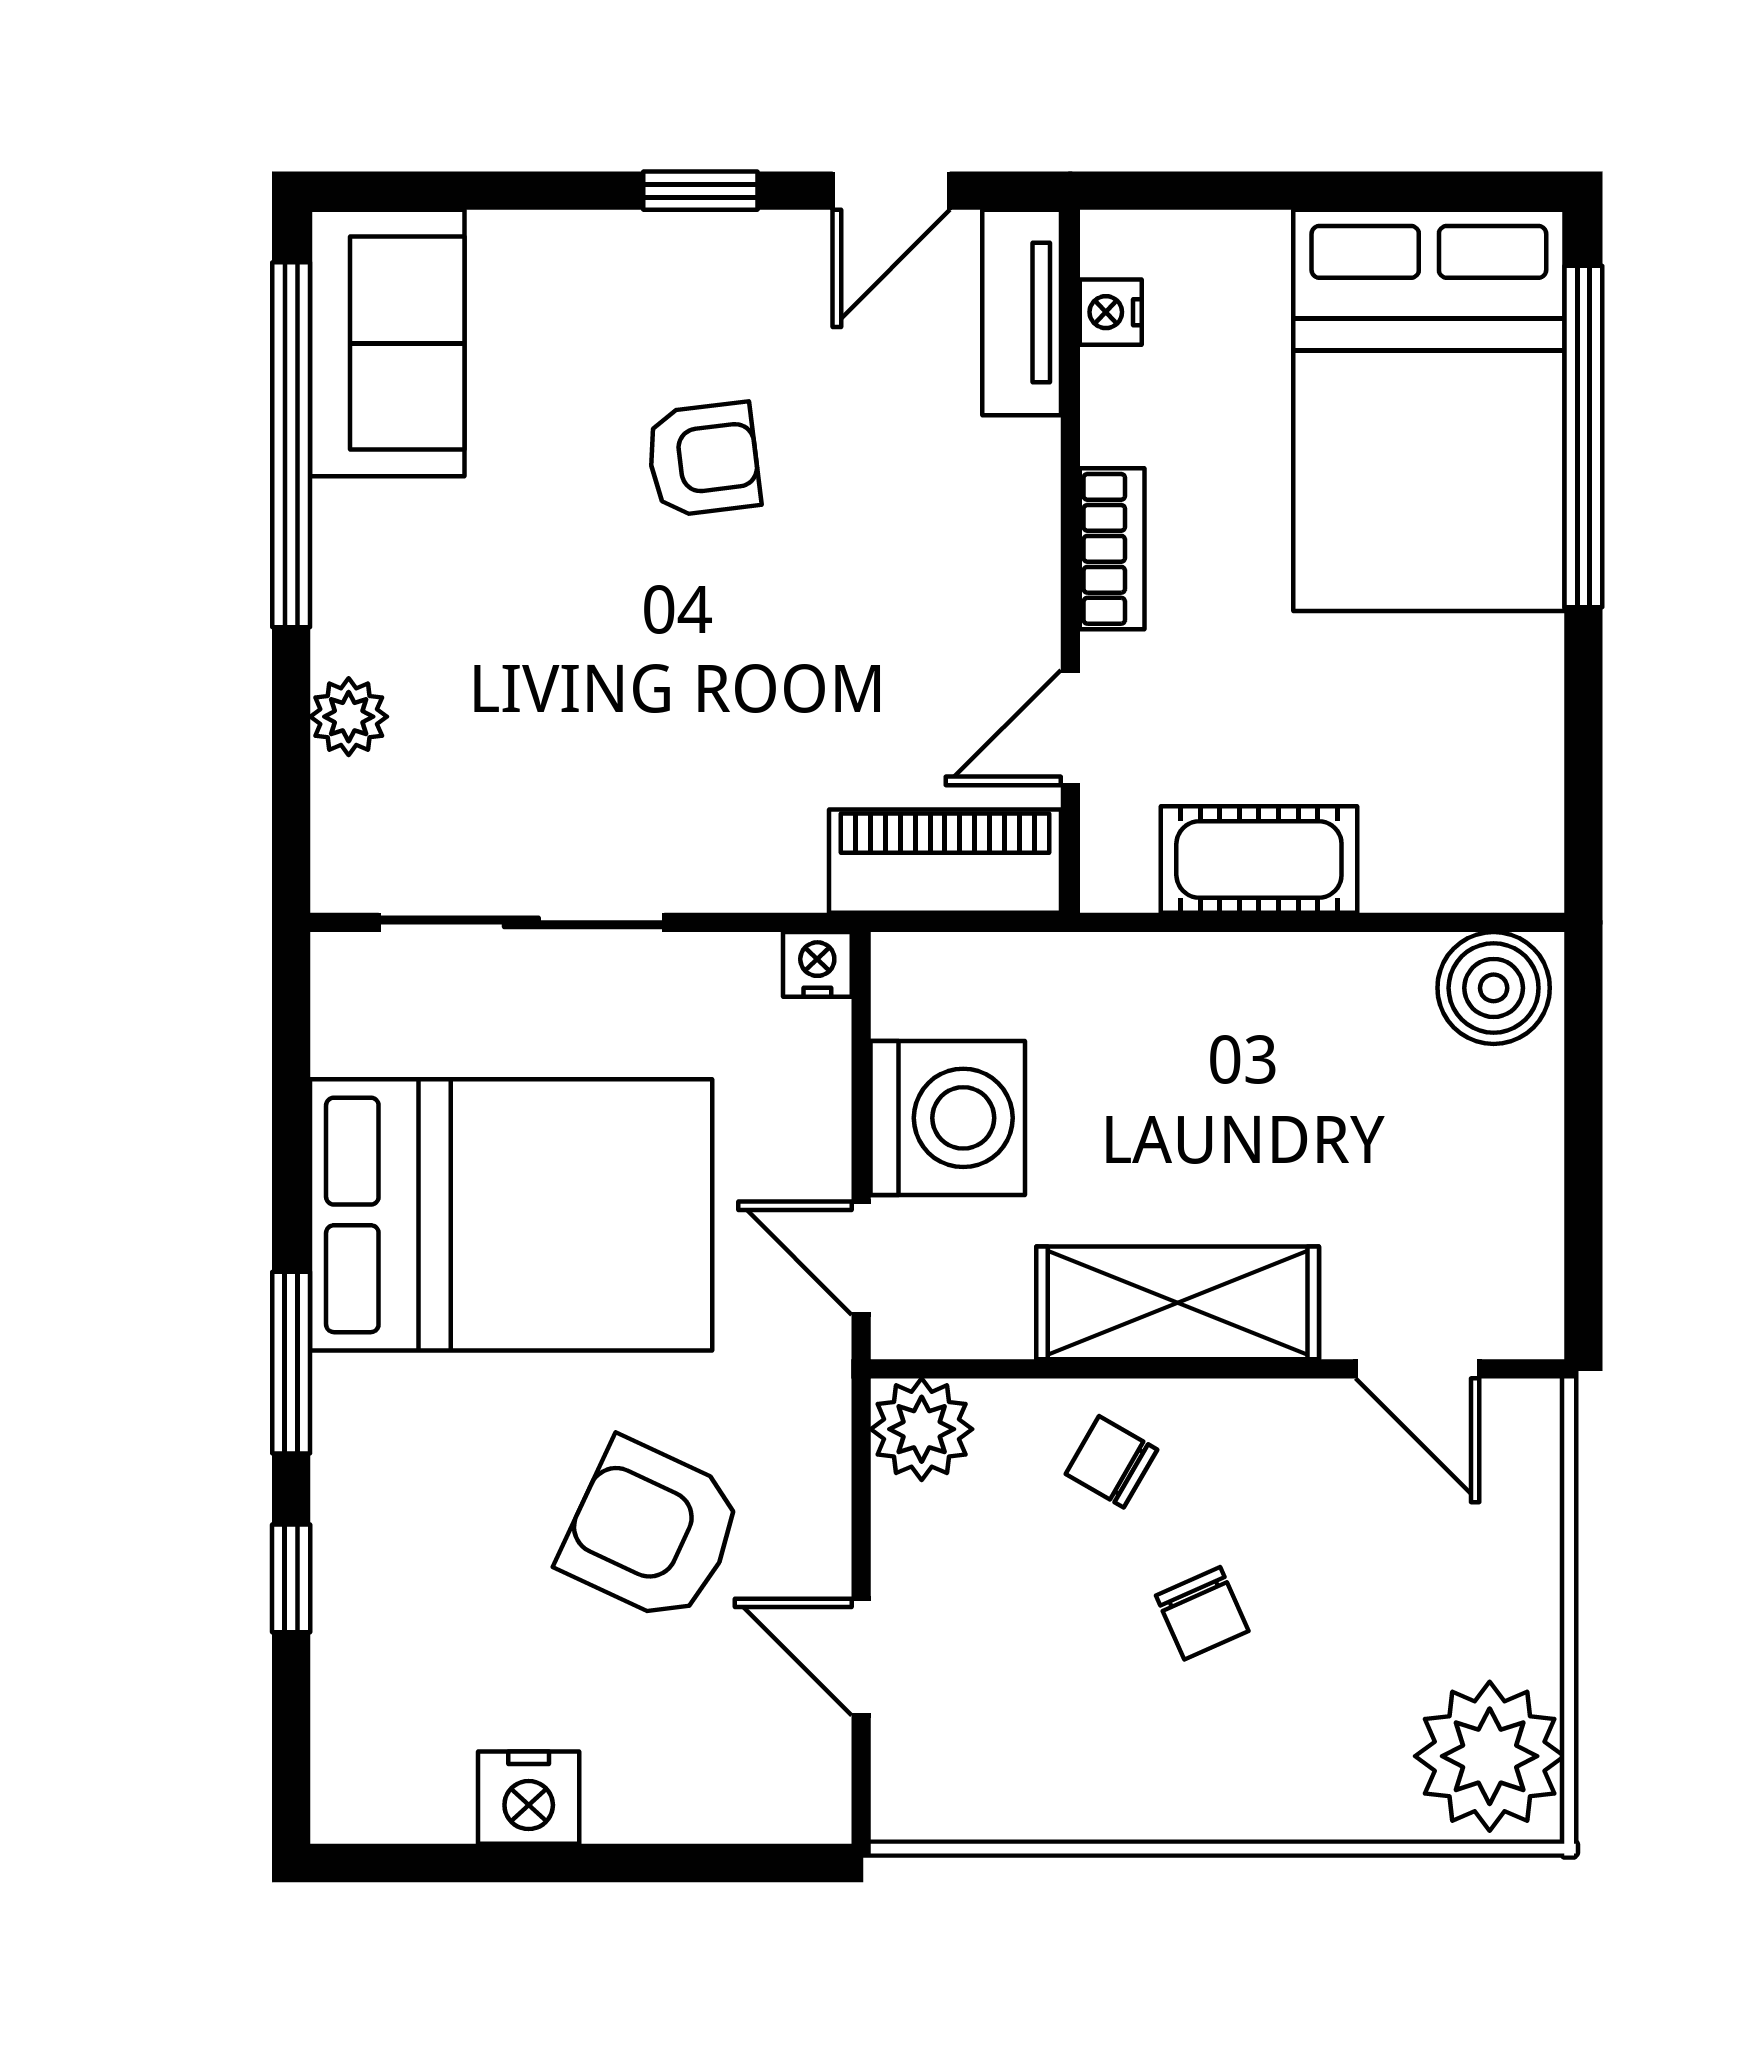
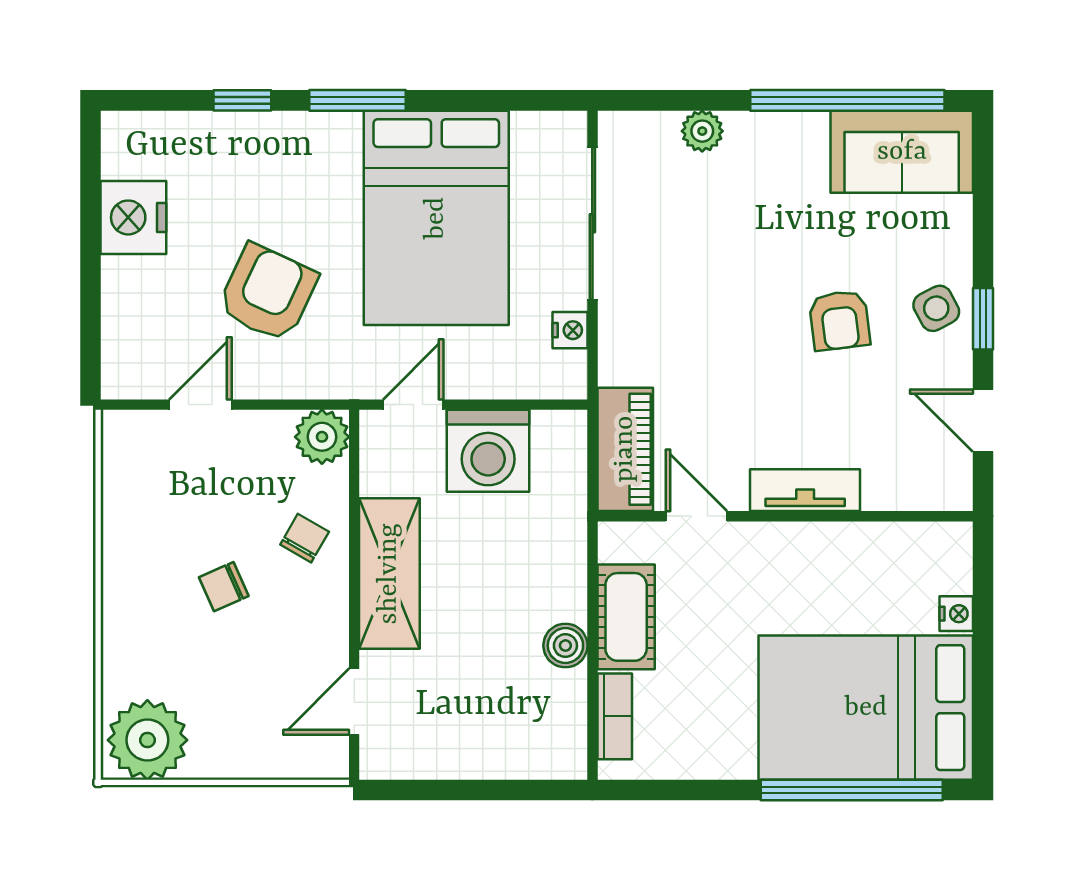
side table: (681, 278) -> (936, 308), added
nightstand: (1111, 312) -> (956, 614), moved, turned 90
tv unit: (1022, 313) -> (805, 490), moved
bookcase: (1112, 549) -> (615, 716), moved, turned -90
nightstand: (817, 964) -> (570, 330), moved
boiler: (1494, 988) -> (565, 646), moved, width x0.73, depth x0.73
nightstand: (529, 1798) -> (133, 217), width x1.36, depth x1.33

